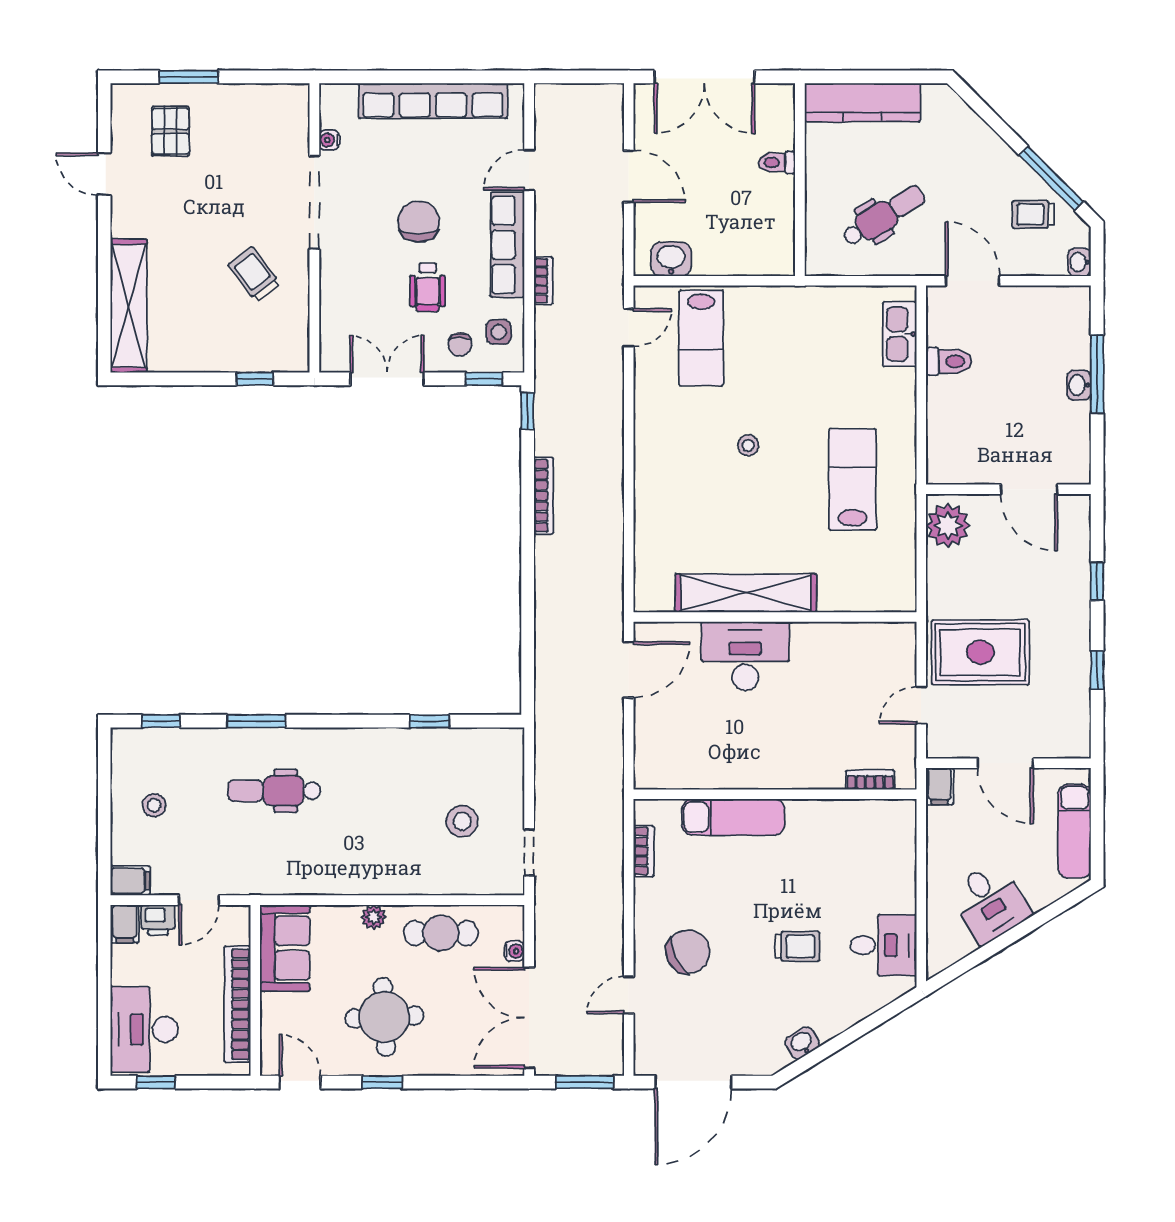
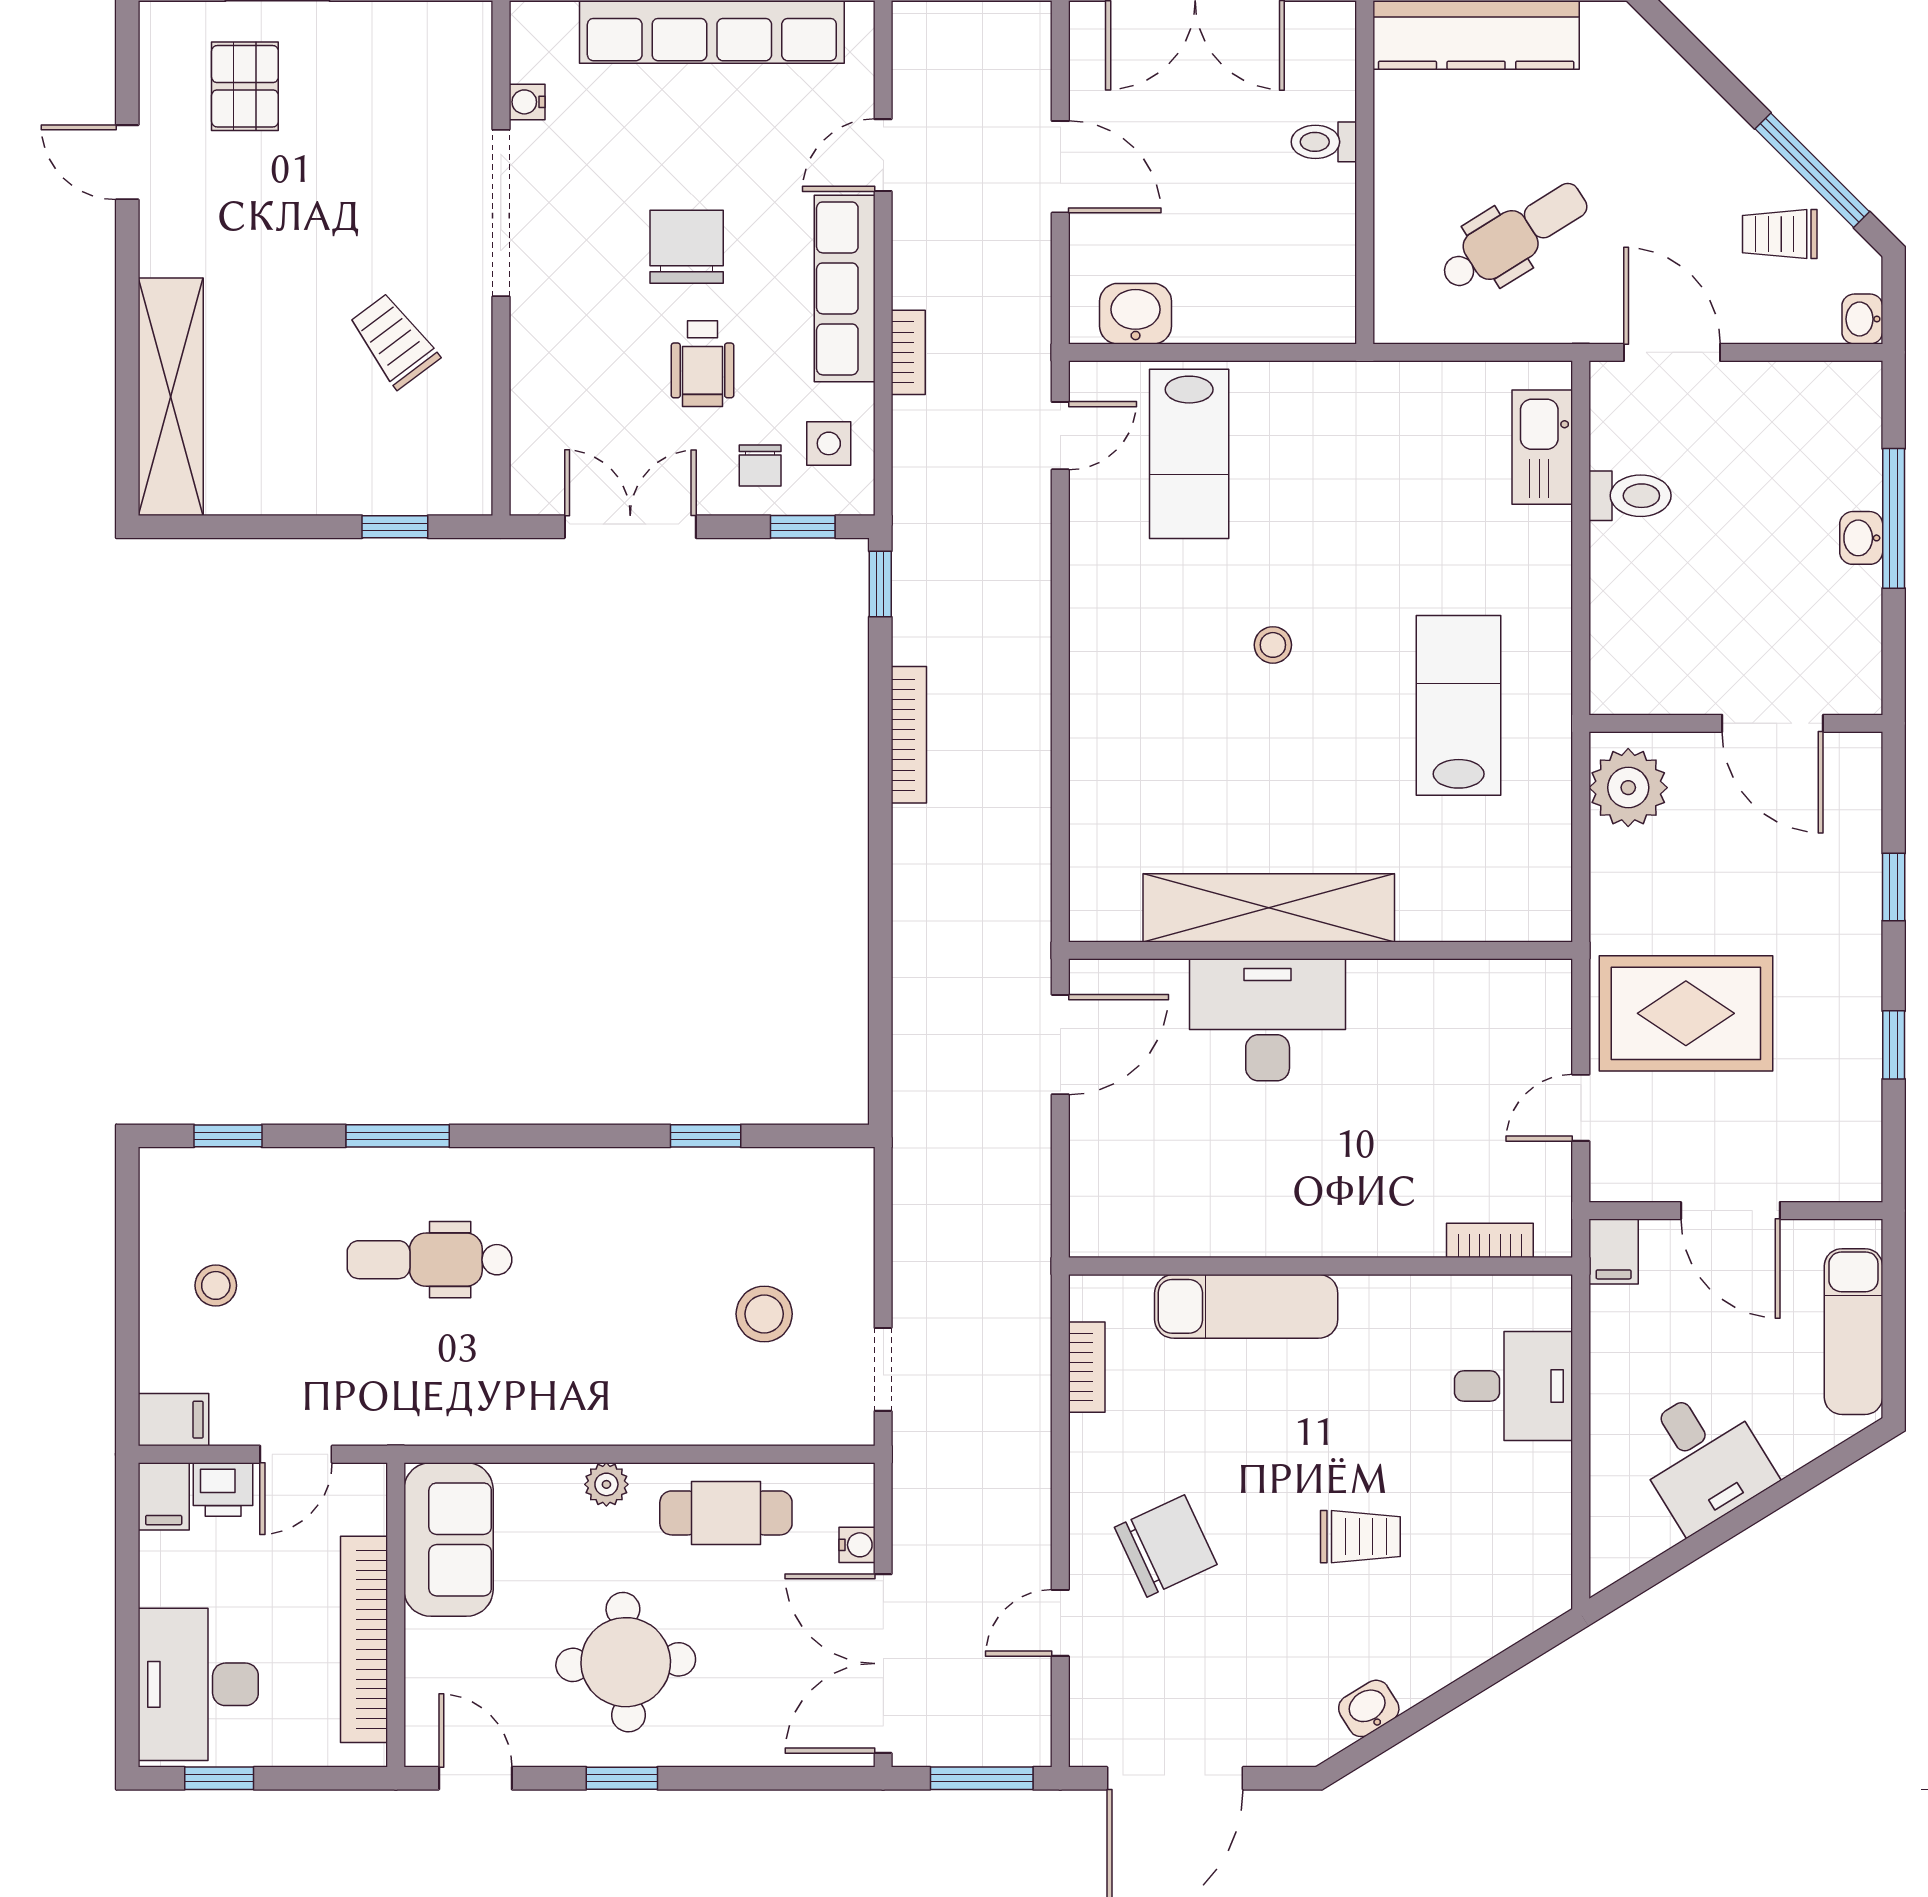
desk: (883, 945) -> (1514, 1386), moved

